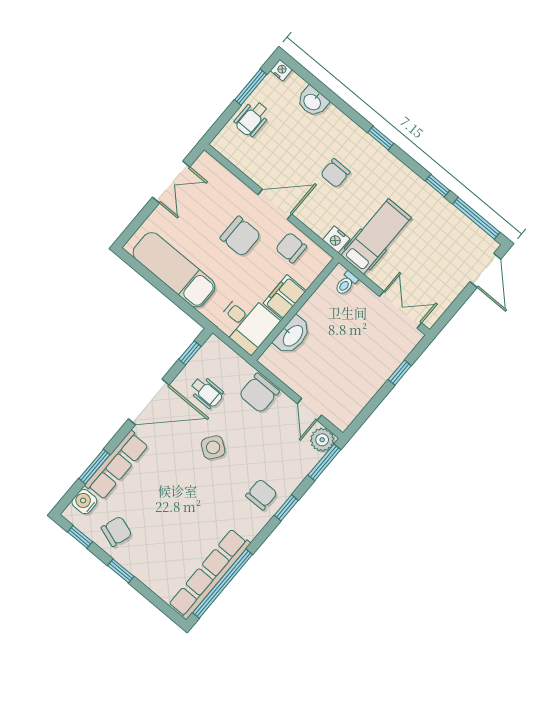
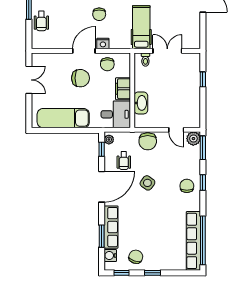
nightstand: (336, 239) -> (103, 44), moved
chair: (291, 248) -> (107, 64), turned -90
double door: (400, 310) -> (167, 51), moved
plant: (210, 348) -> (109, 140), added
wheelchair: (206, 392) -> (124, 161), turned 90

